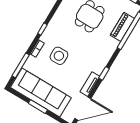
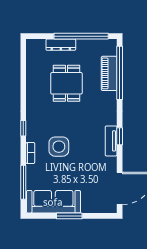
tv unit: (90, 84) -> (111, 141), moved
sofa: (41, 93) -> (53, 202), width x0.74, depth x0.79

